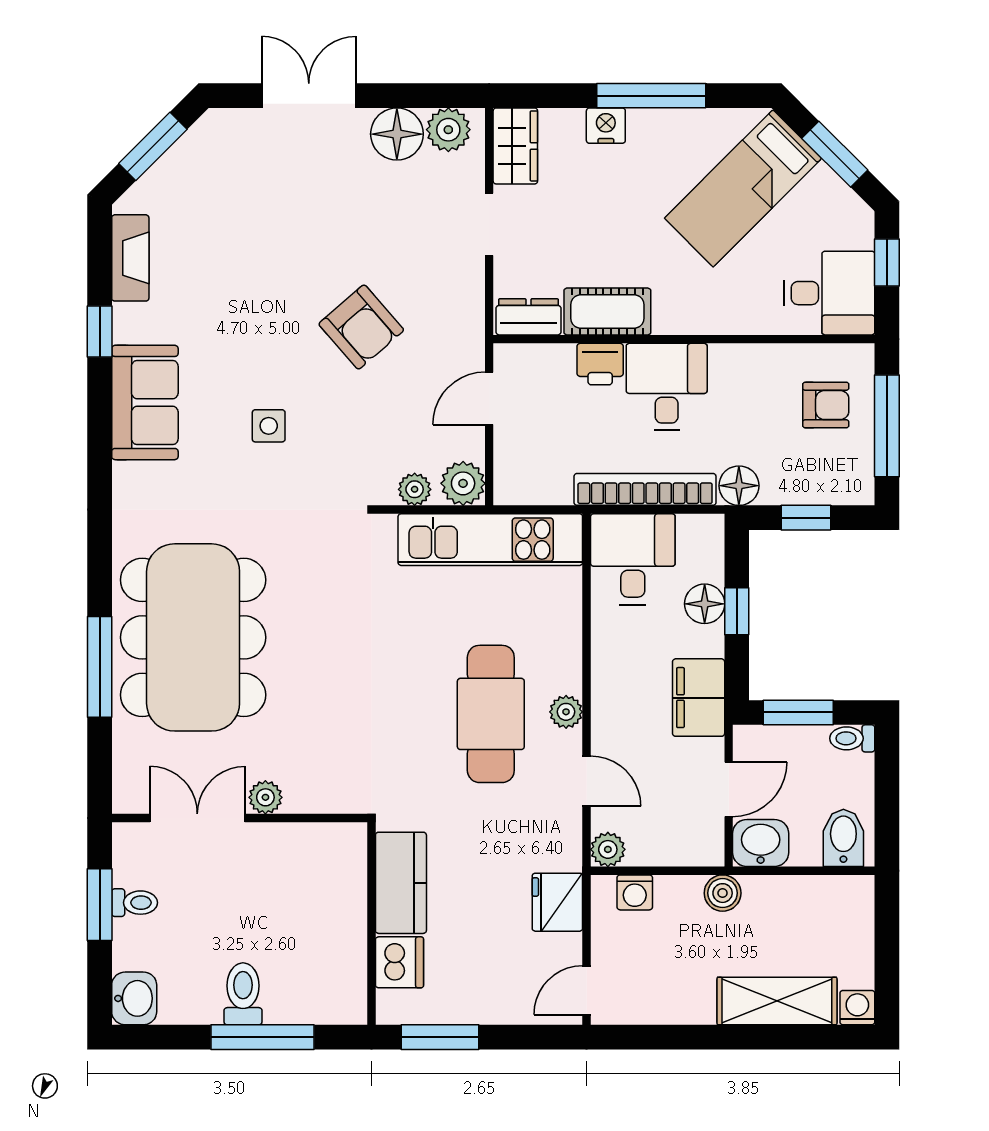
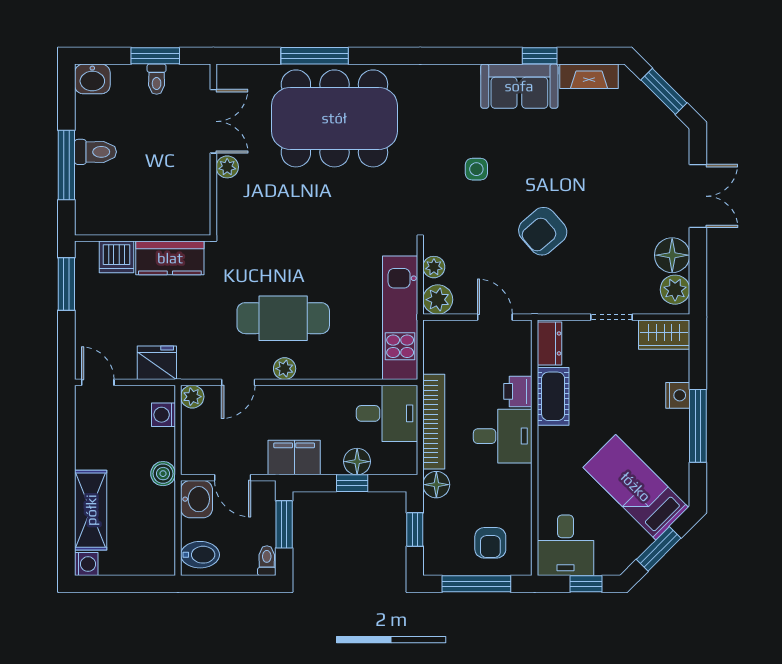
sofa: (145, 402) -> (519, 86), moved

